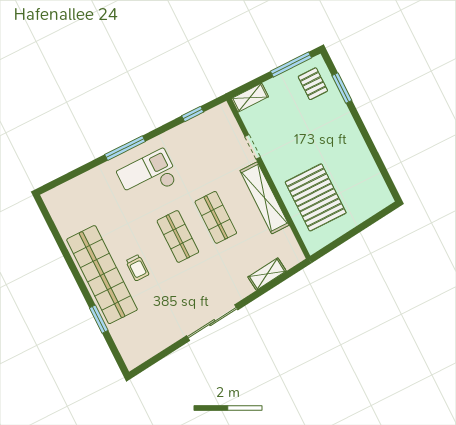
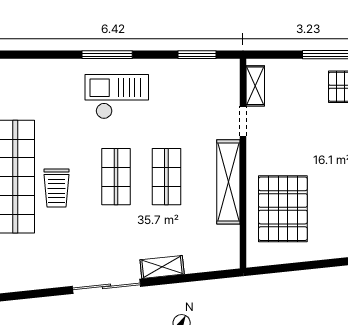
shelving: (250, 98) -> (255, 86), moved, turned 90
window: (193, 114) -> (197, 55), width x1.50
trolley: (137, 268) -> (56, 188), width x1.36, depth x1.39
shelving: (267, 274) -> (162, 267), moved

